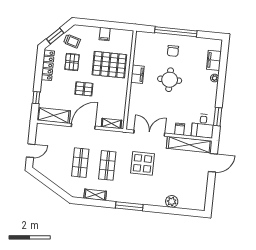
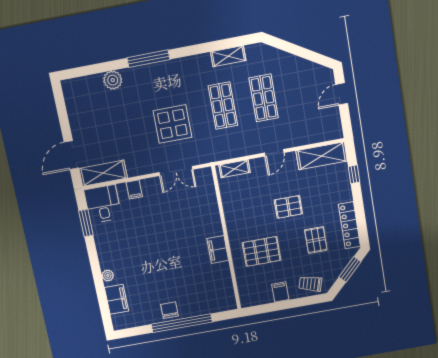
trolley: (72, 41) -> (310, 284), moved
chair: (173, 51) -> (169, 310), moved
pallet: (109, 65) -> (262, 251), width x0.73, depth x0.71
round table: (170, 80) -> (170, 255), removed
door: (83, 126) -> (274, 153), width x0.53
double door: (149, 133) -> (176, 171), width x0.73
shelving: (189, 145) -> (103, 173), width x0.68
window: (129, 206) -> (148, 59), moved

